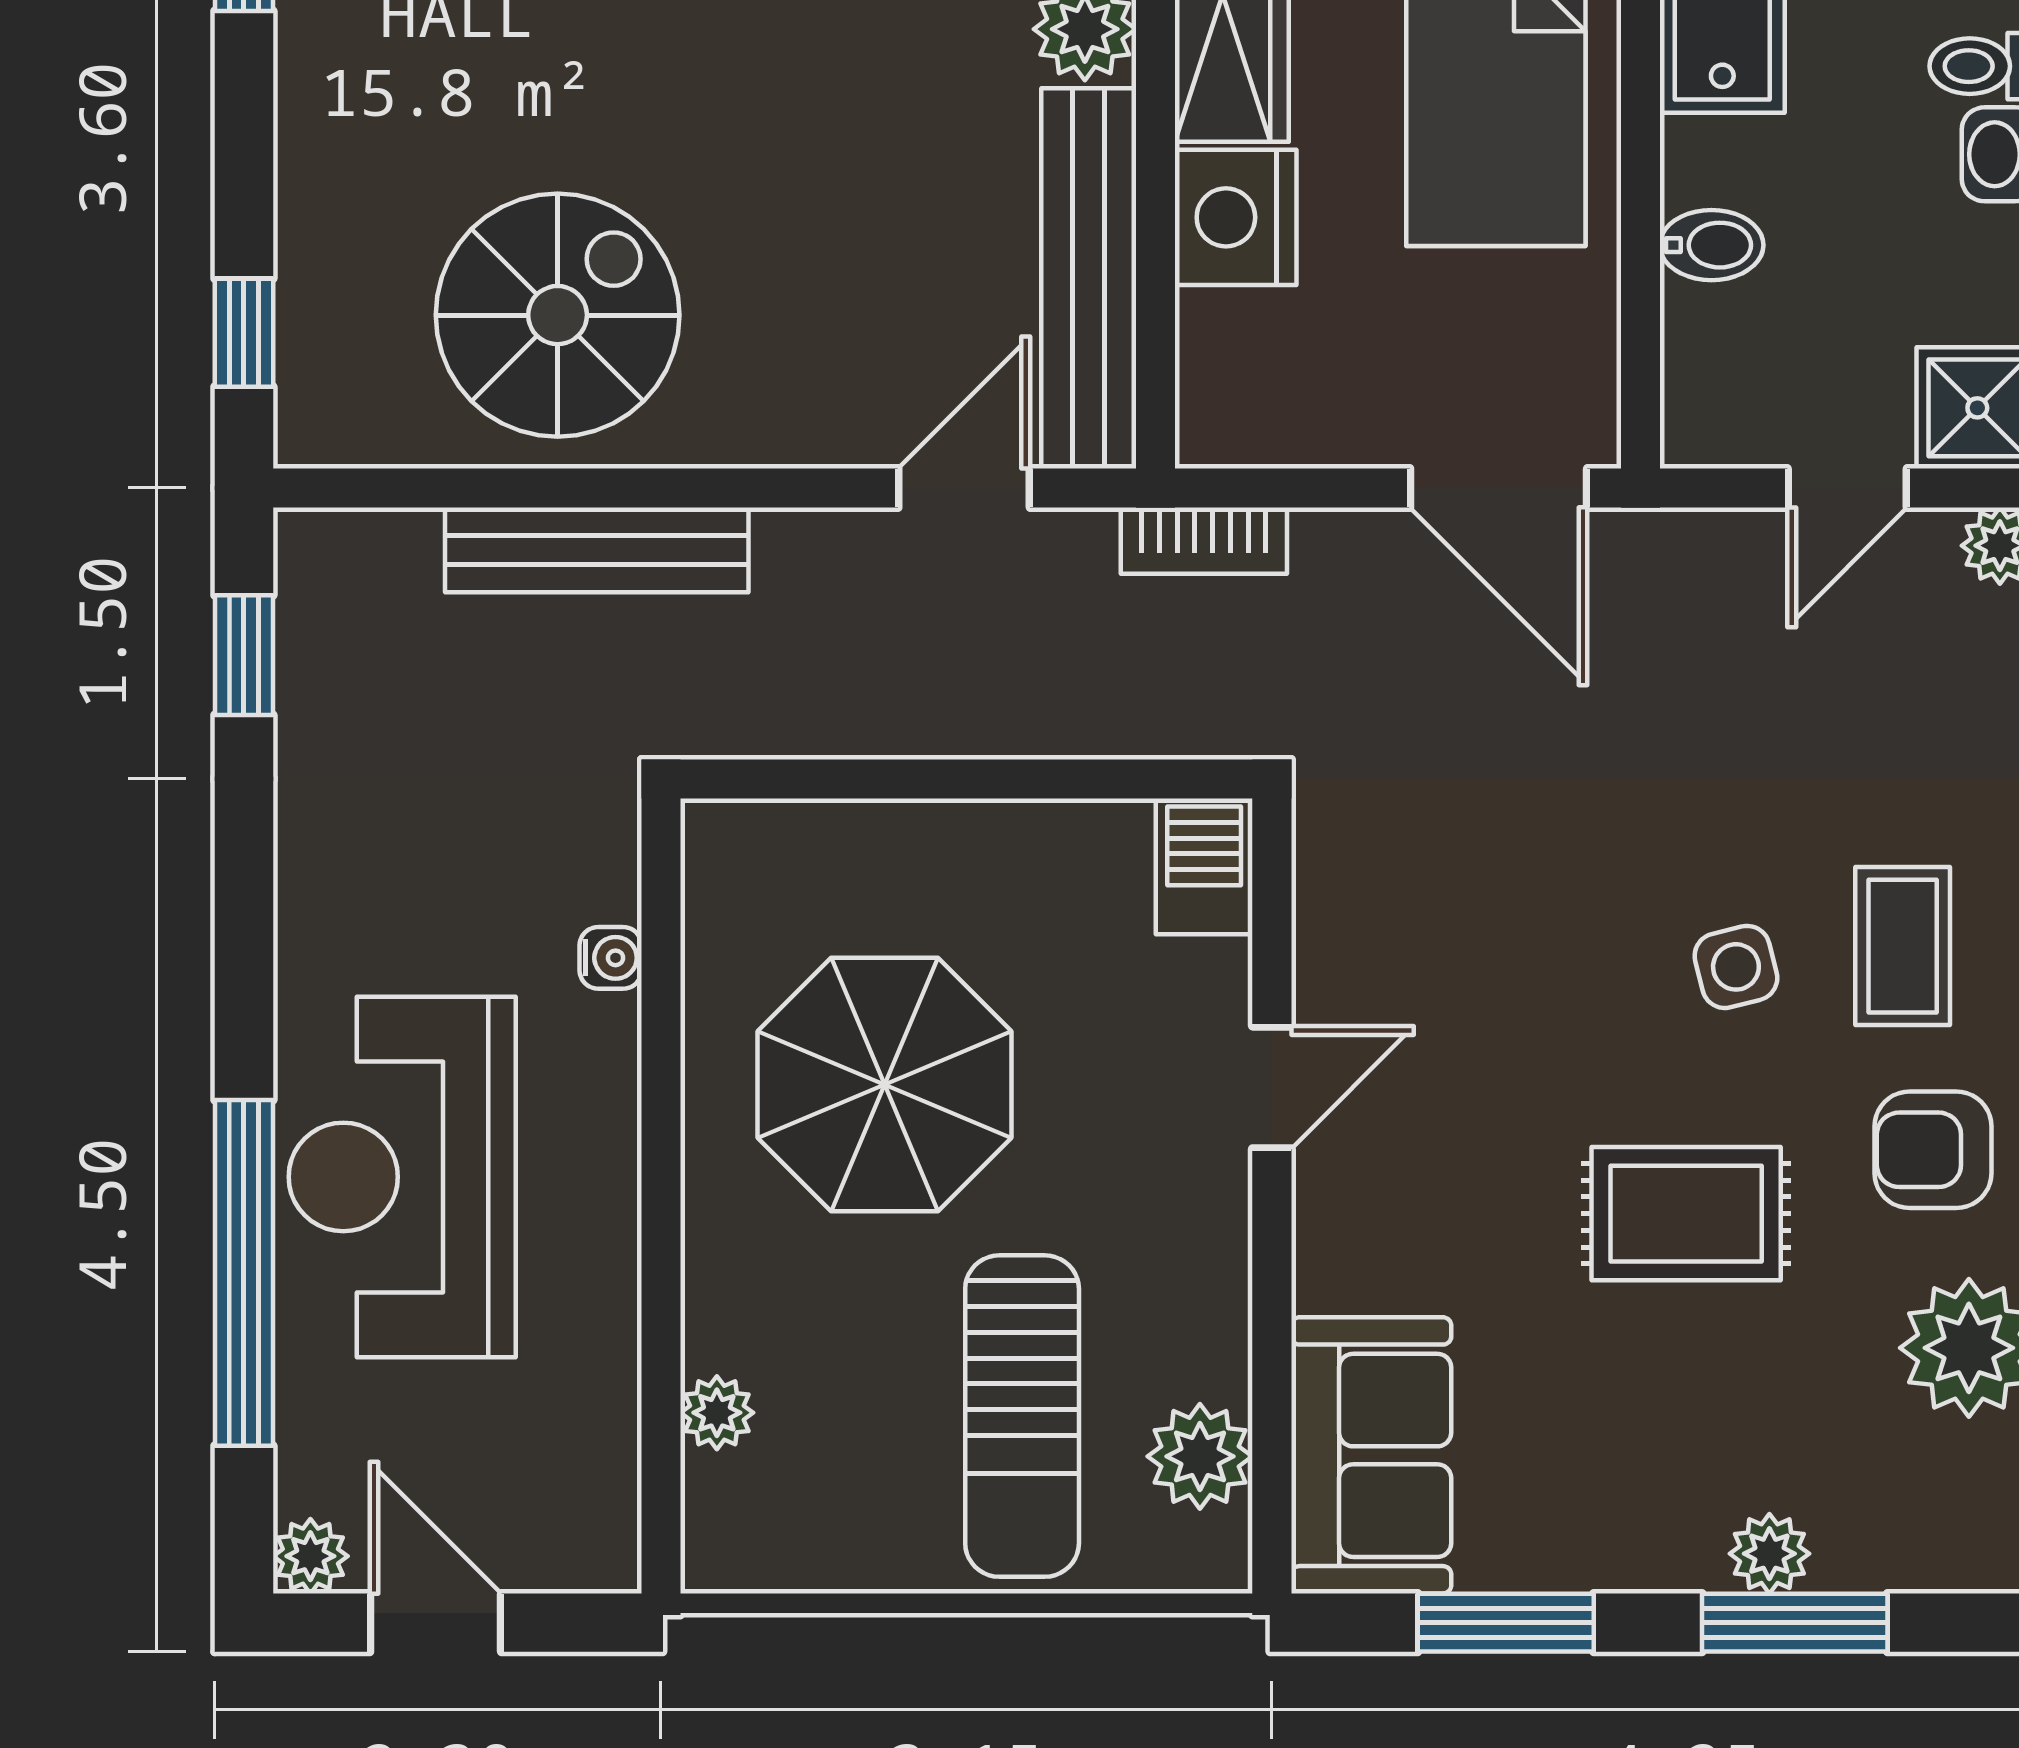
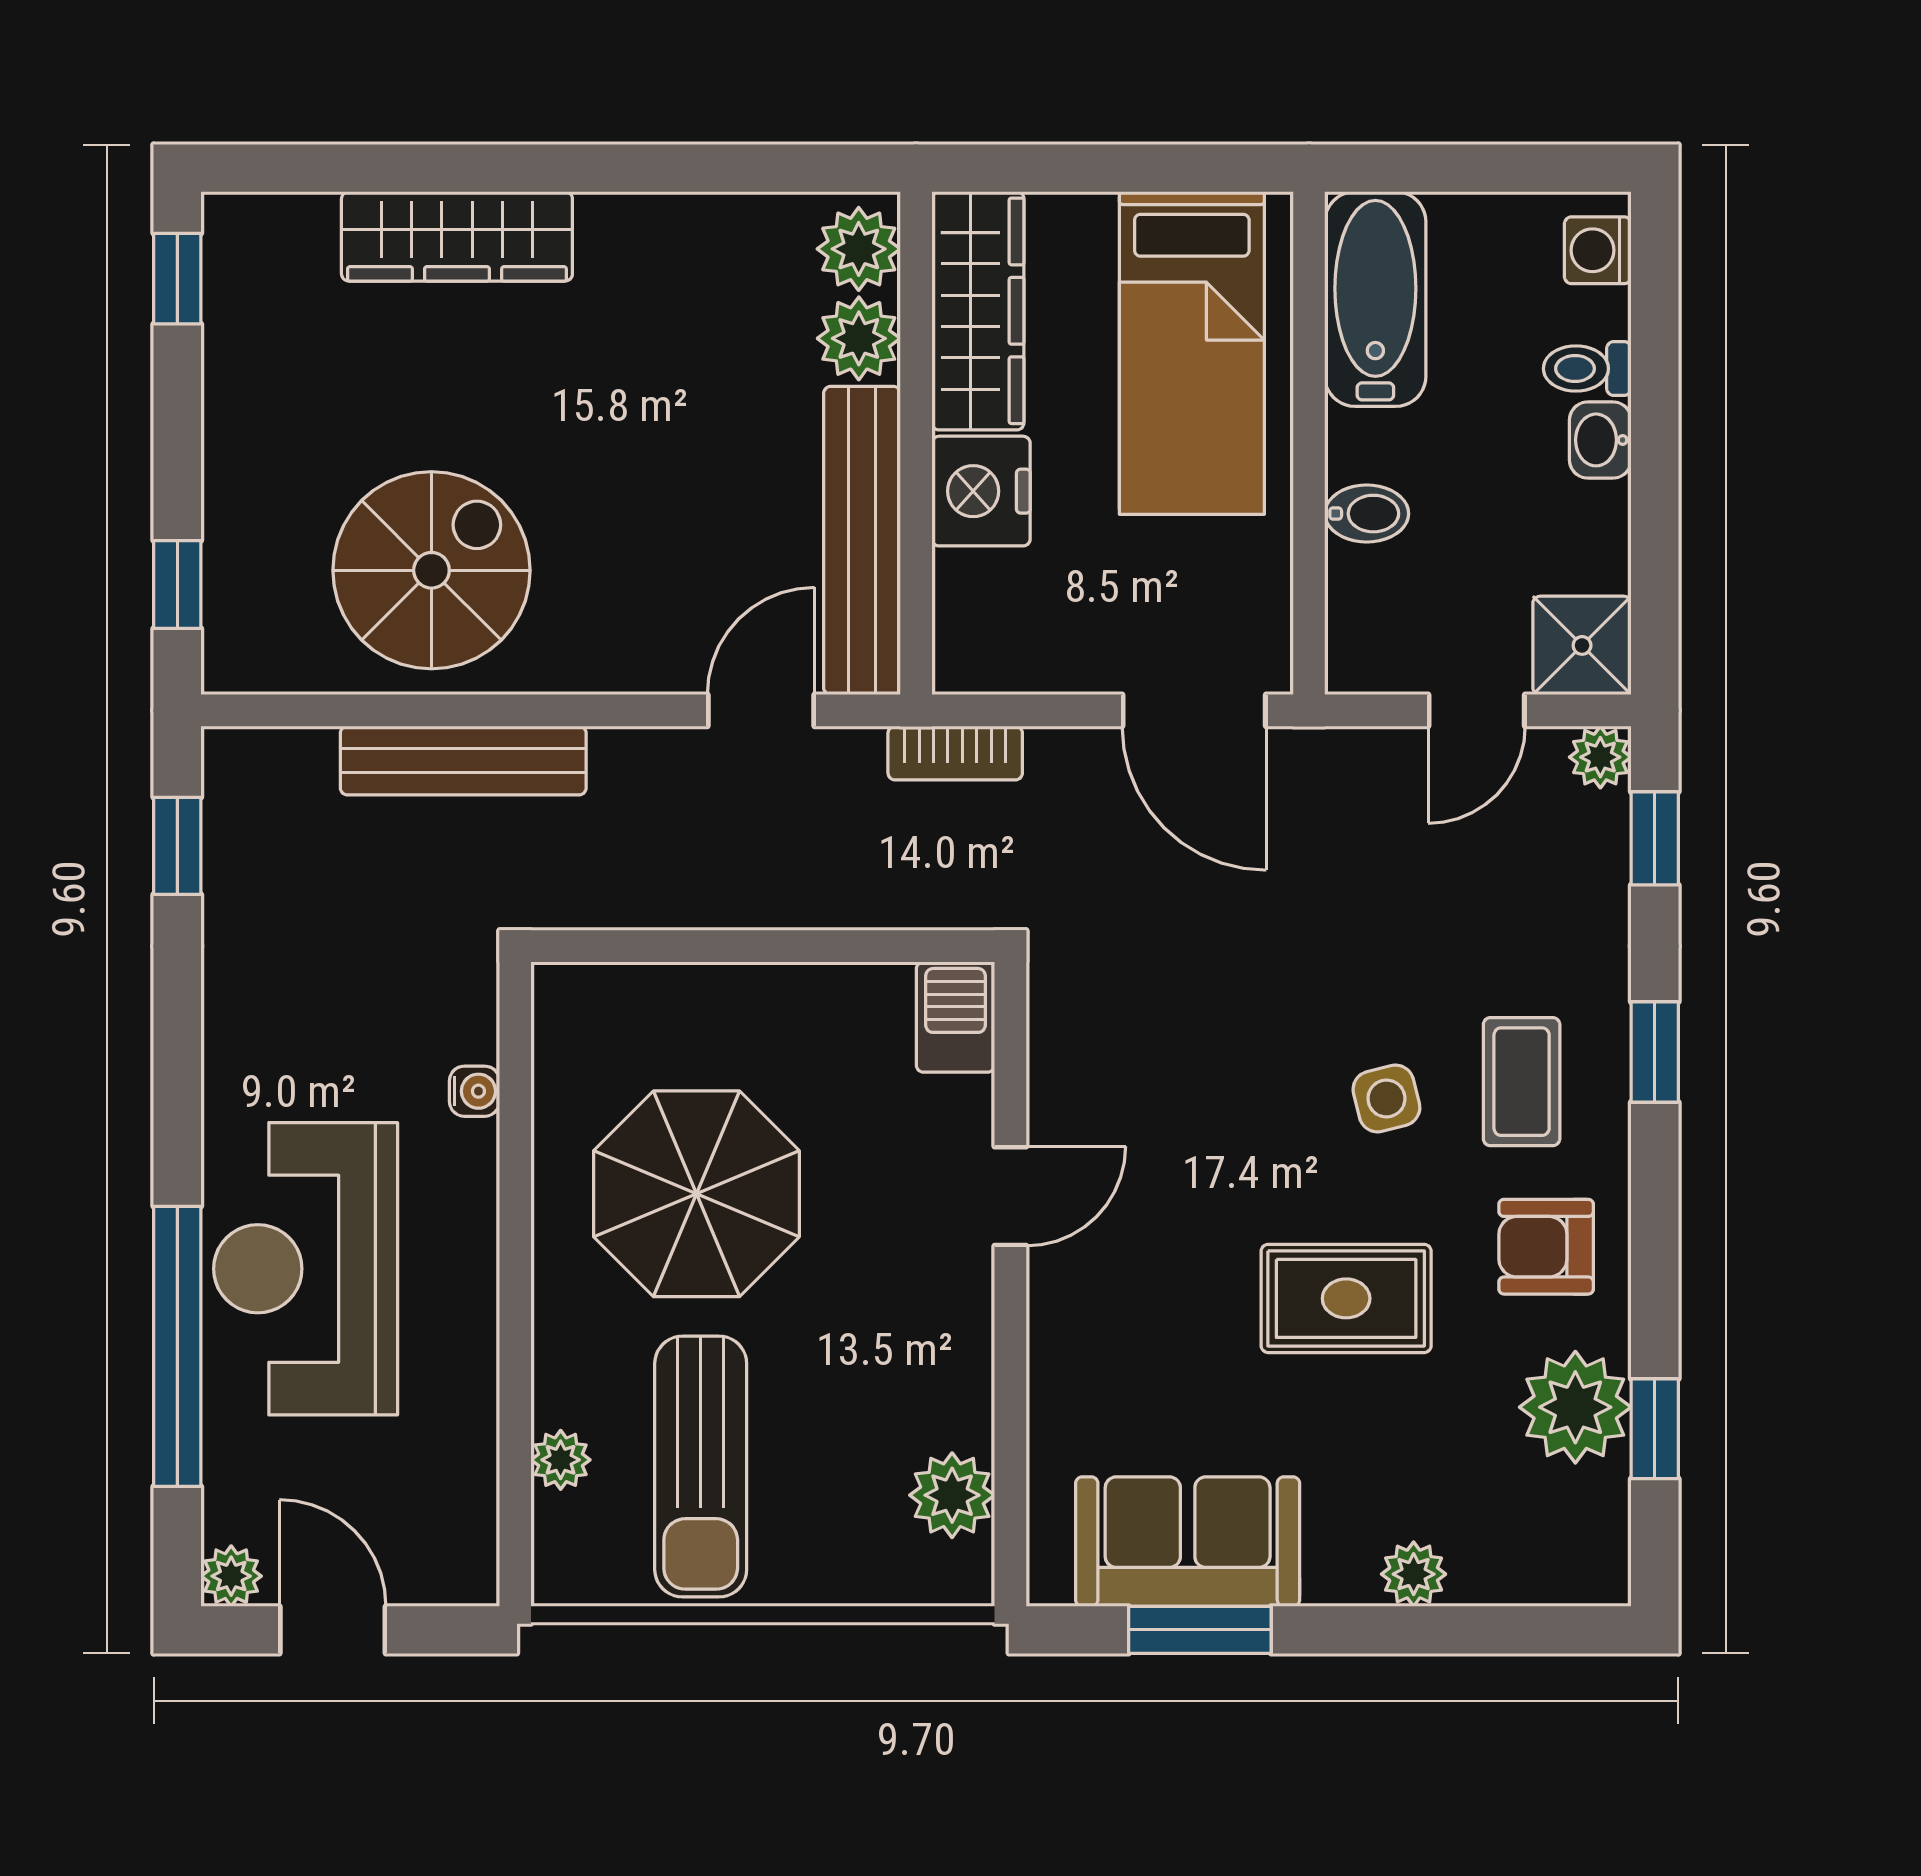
sun lounger: (1022, 1416) -> (701, 1467), moved
sofa: (1371, 1455) -> (1188, 1542), moved, turned -90
window: (1795, 1623) -> (1434, 1630), removed

